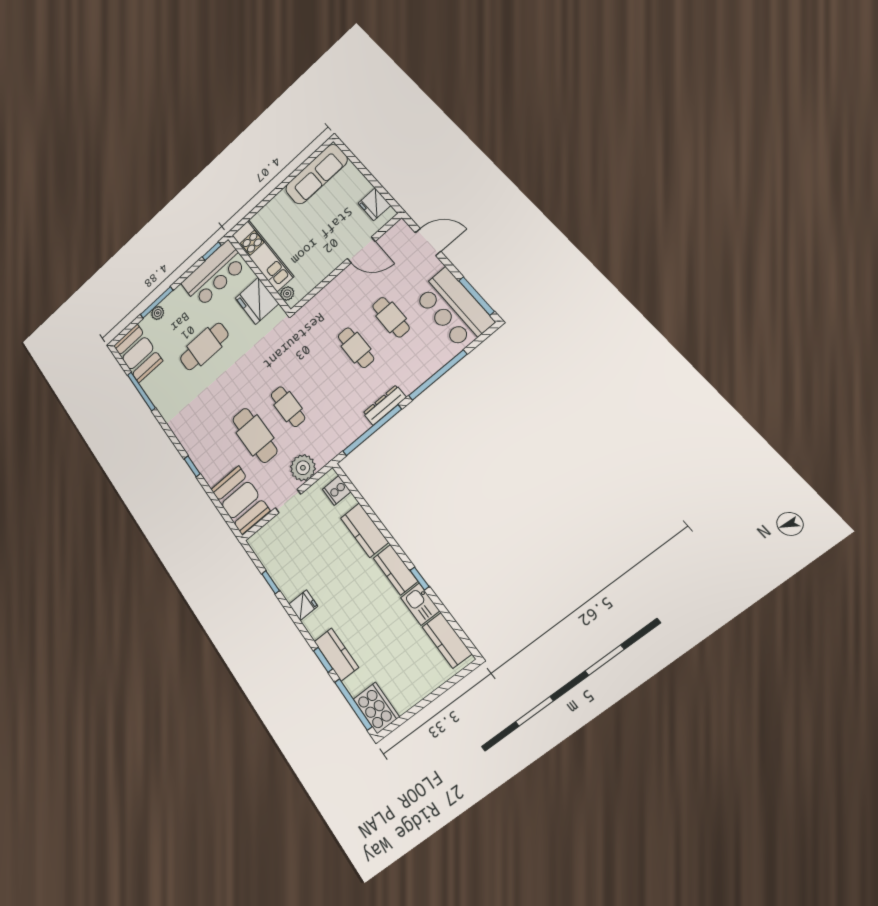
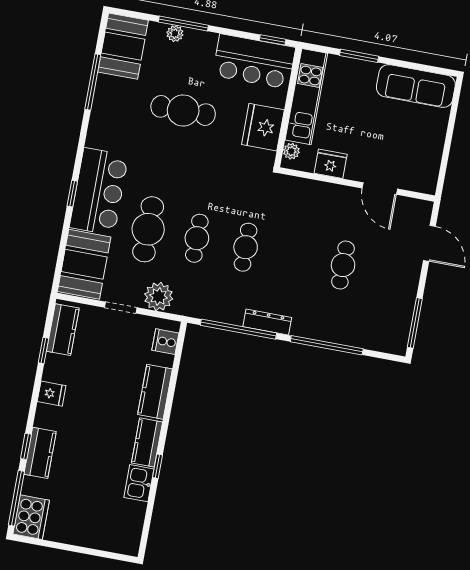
window: (267, 200) -> (359, 56), added
fridge: (374, 204) -> (331, 164), moved, turned 90
bar counter: (453, 308) -> (99, 191), moved, turned 180
cafe table: (356, 348) -> (246, 247), moved
kitchen counter: (447, 640) -> (63, 330), moved, turned 180

